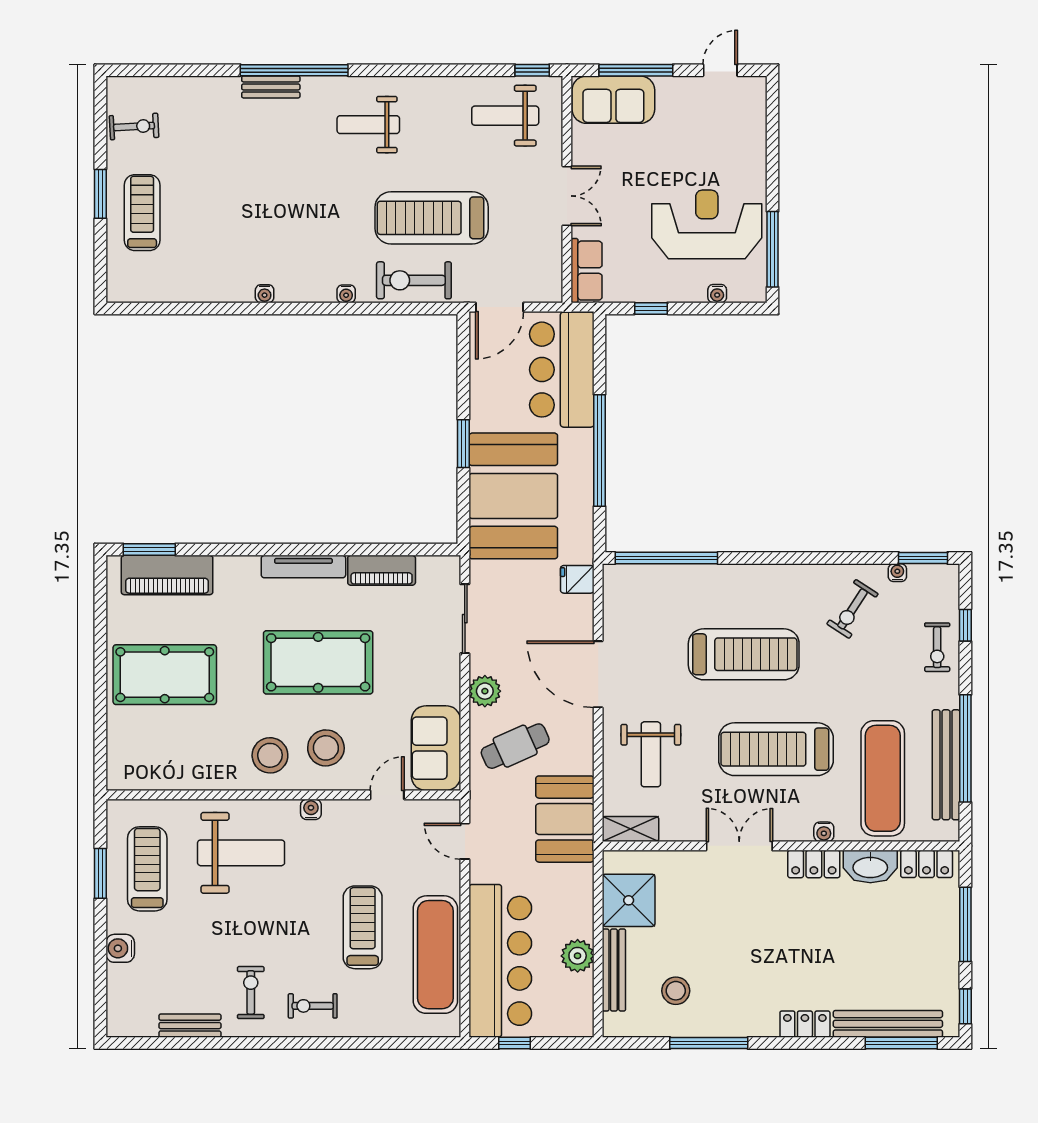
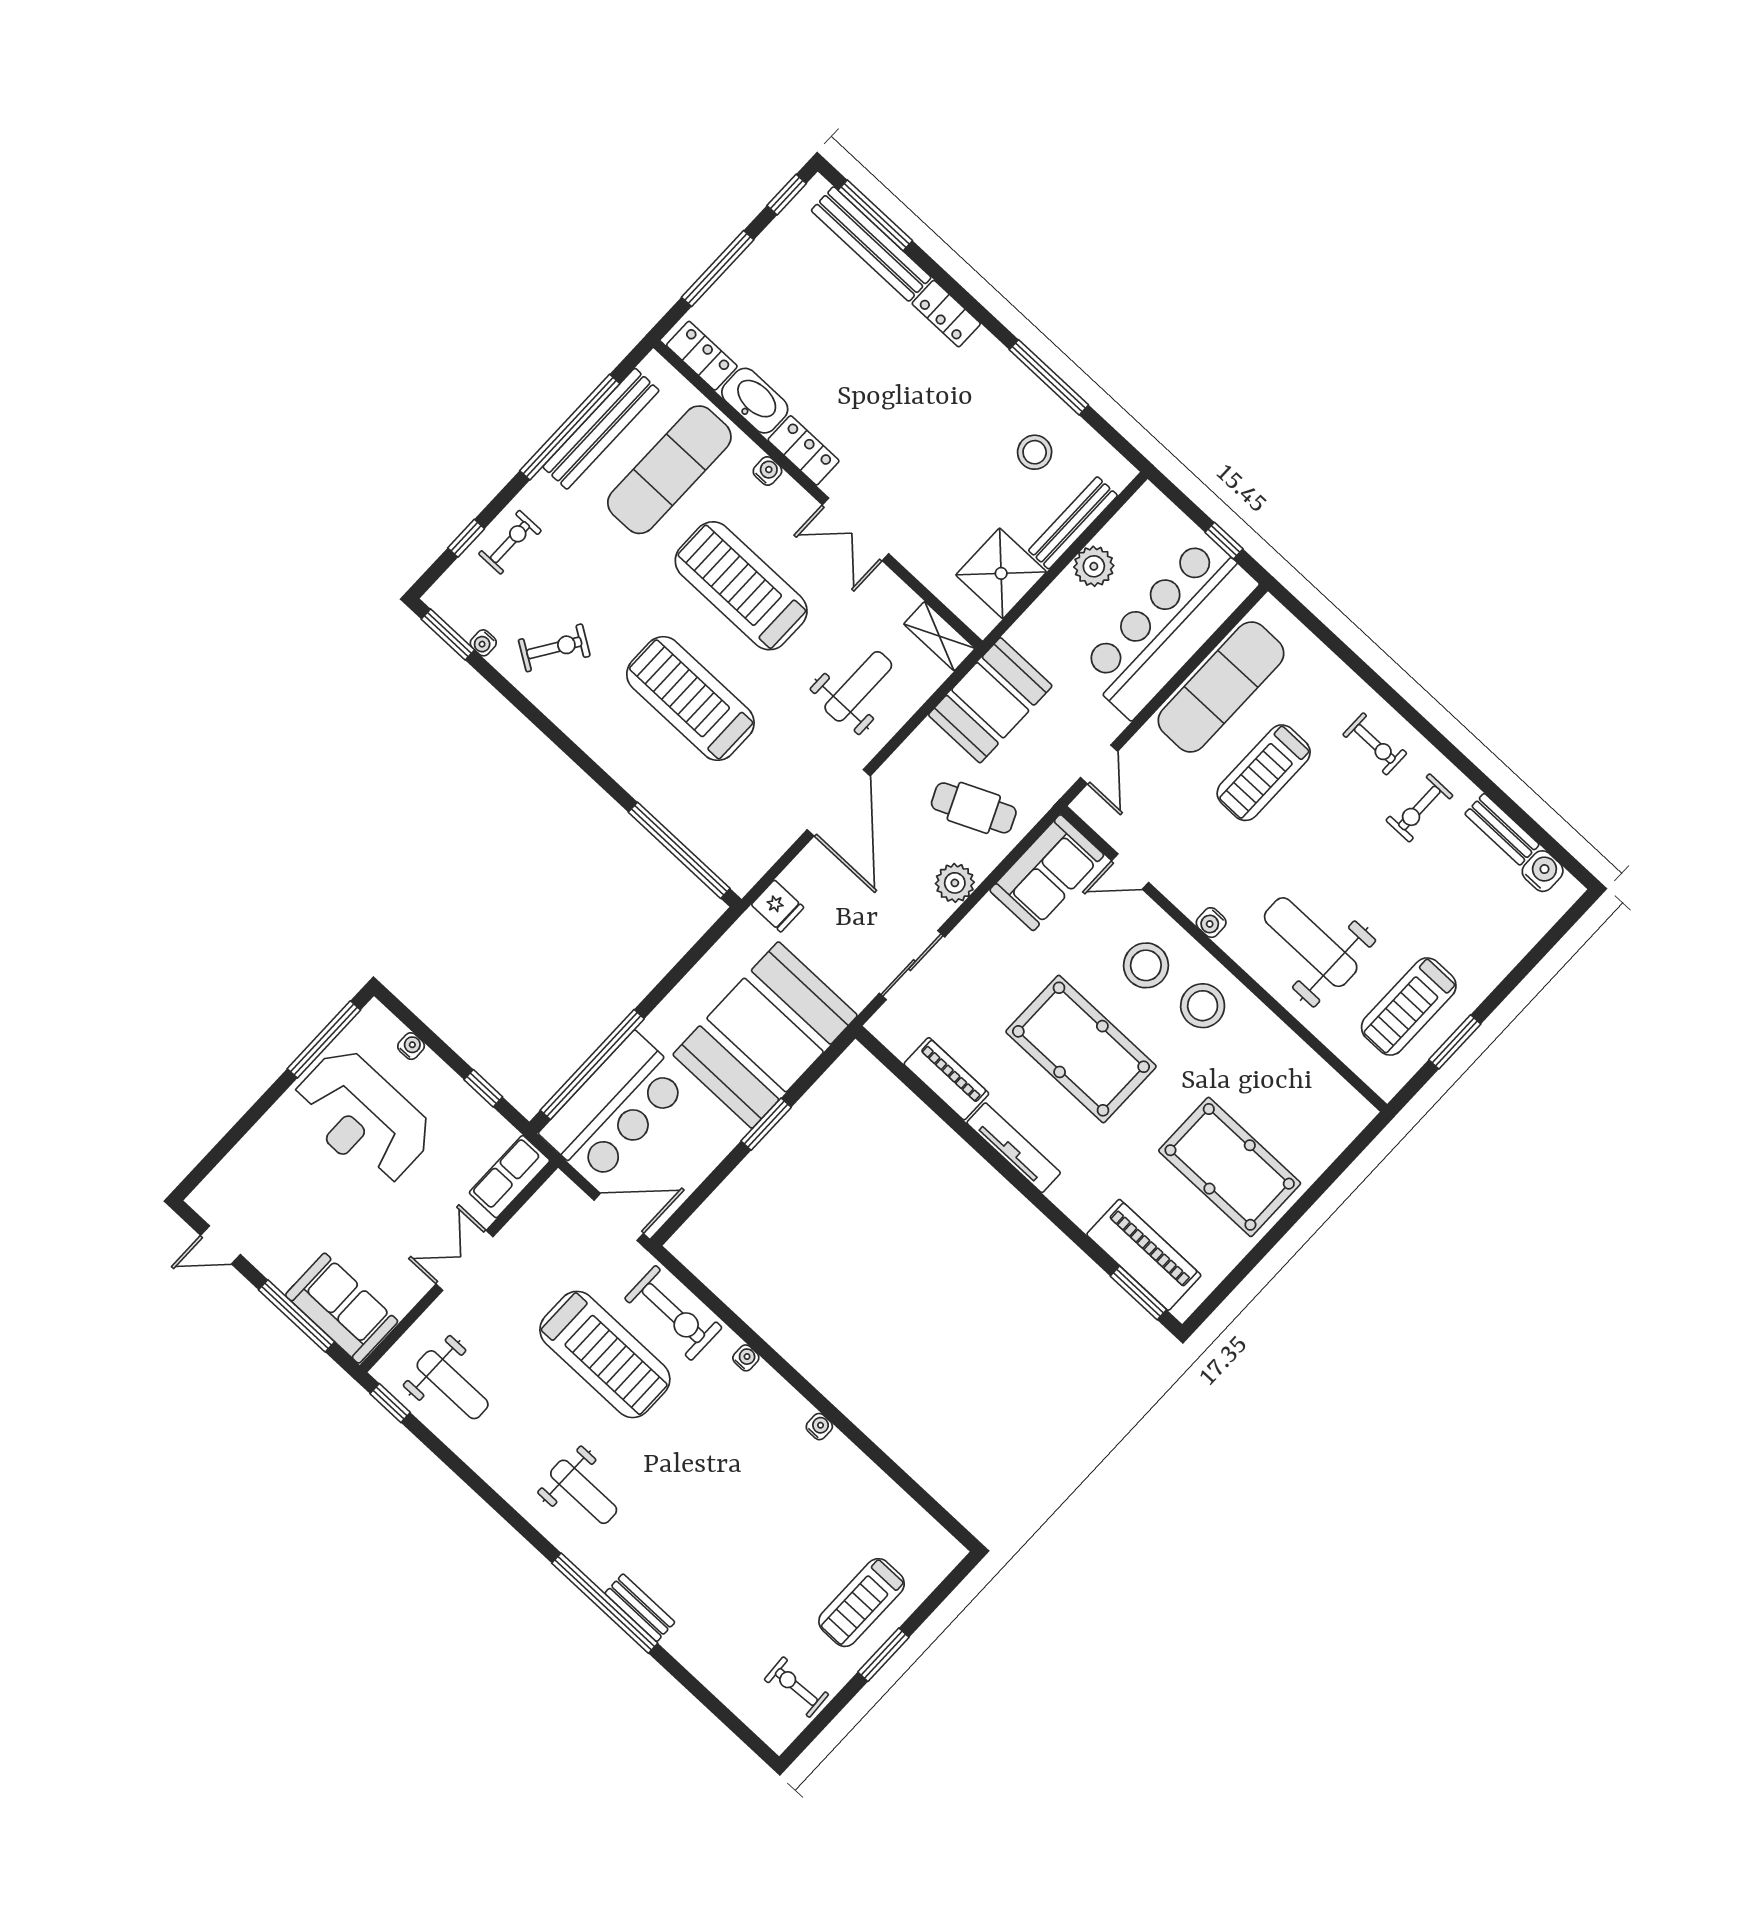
window: (600, 450) -> (592, 1064), moved
treadmill: (776, 749) -> (741, 586), turned 180
water cooler: (120, 948) -> (1543, 871), moved, turned -90

